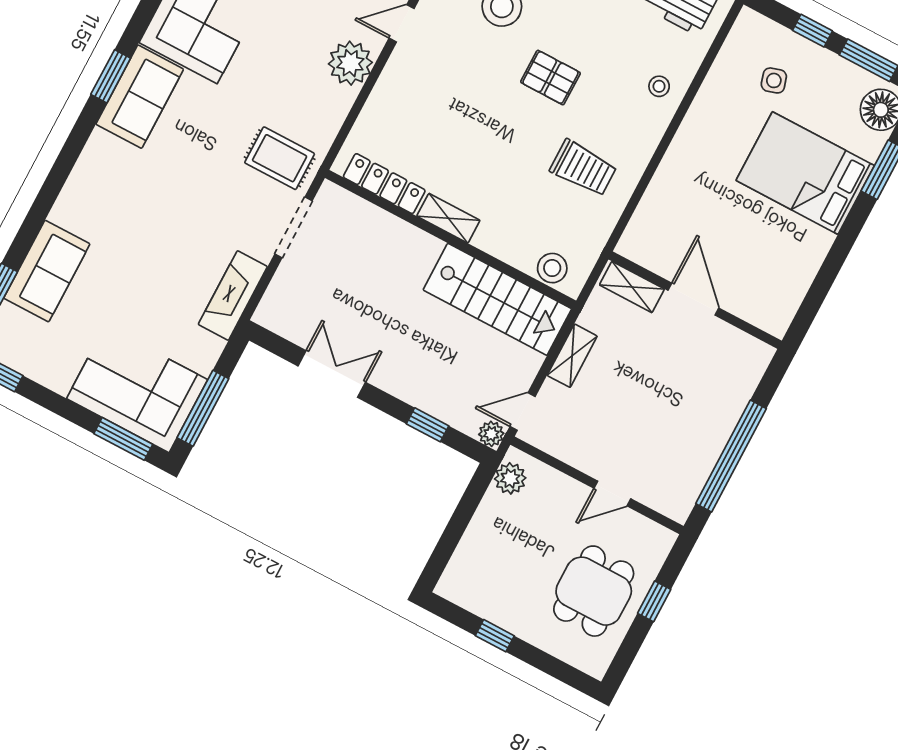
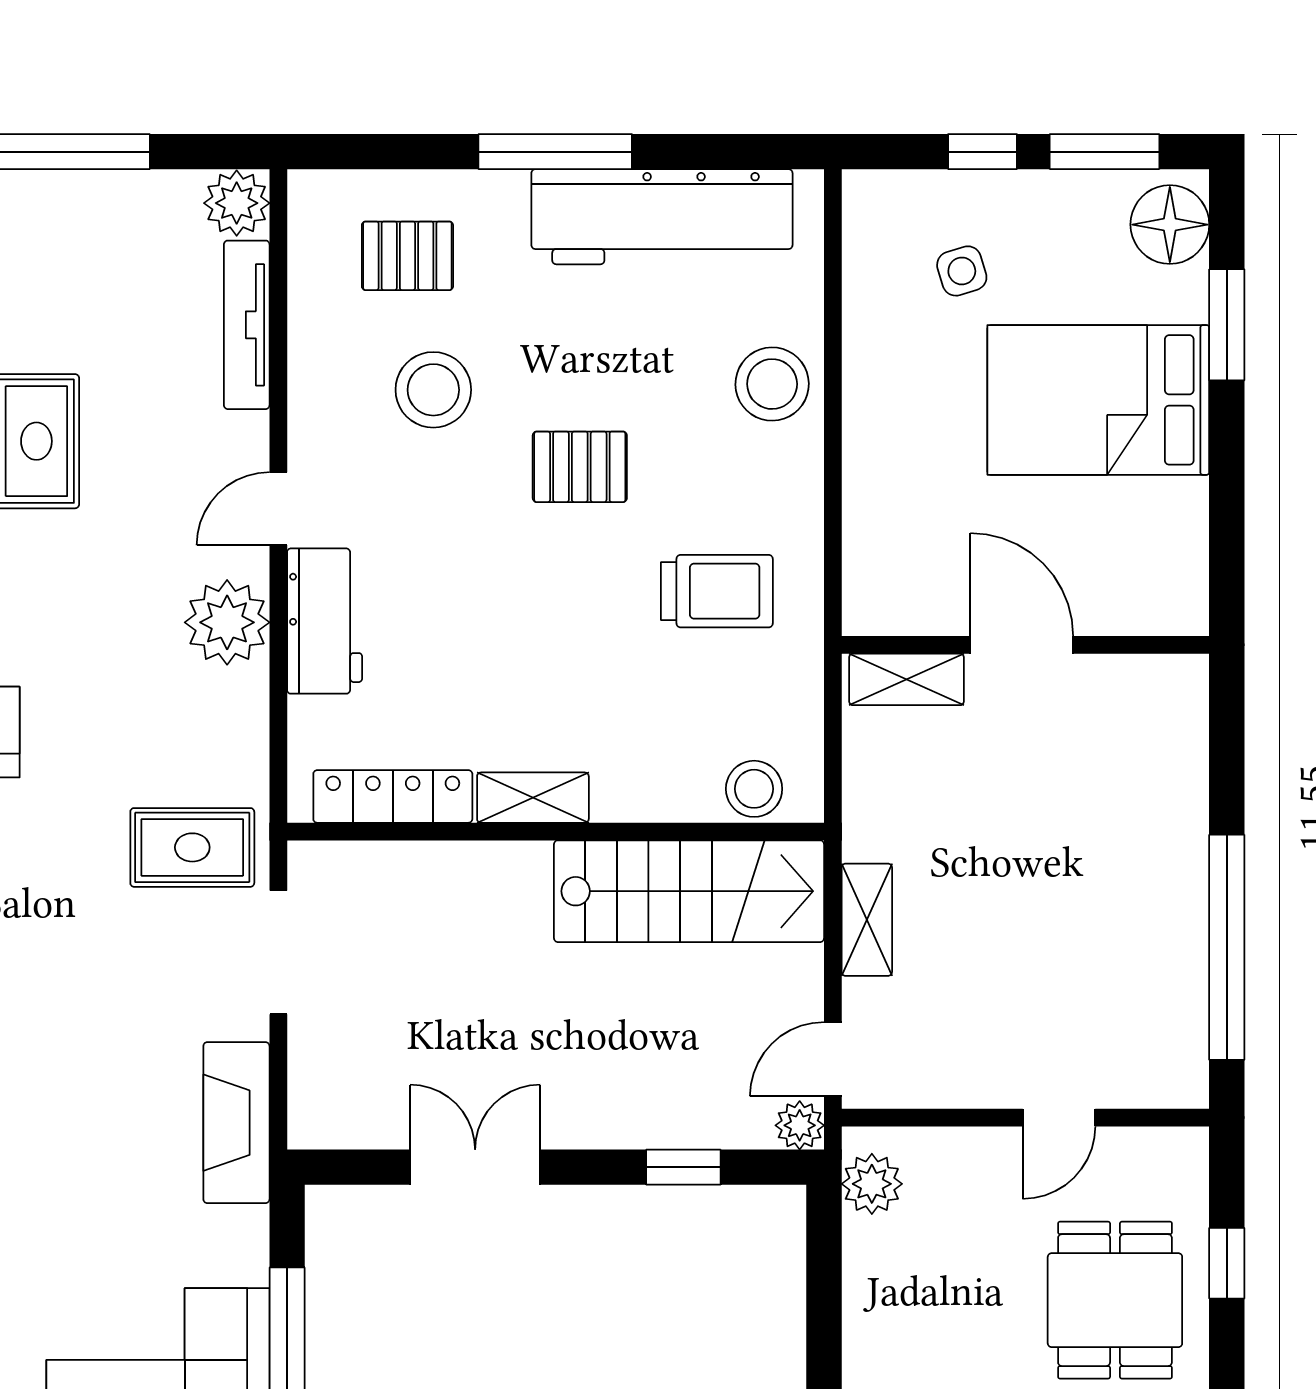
workbench: (396, 86) -> (325, 621), added
stool: (659, 86) -> (772, 384), width x1.89, depth x1.89
shelving: (632, 287) -> (907, 679), moved
door: (693, 299) -> (1022, 645), moved
wall: (695, 300) -> (1025, 645), moved

